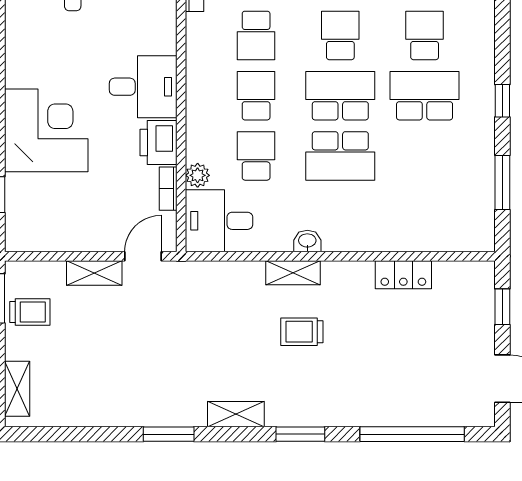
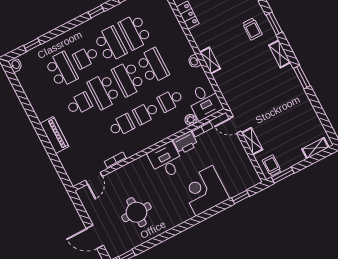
school desk: (340, 35) -> (104, 91), width x1.85
school desk: (425, 96) -> (110, 44), turned 180
school desk: (425, 156) -> (135, 32), added
trolley: (30, 312) -> (272, 166), moved
trolley: (302, 332) -> (252, 29), moved

